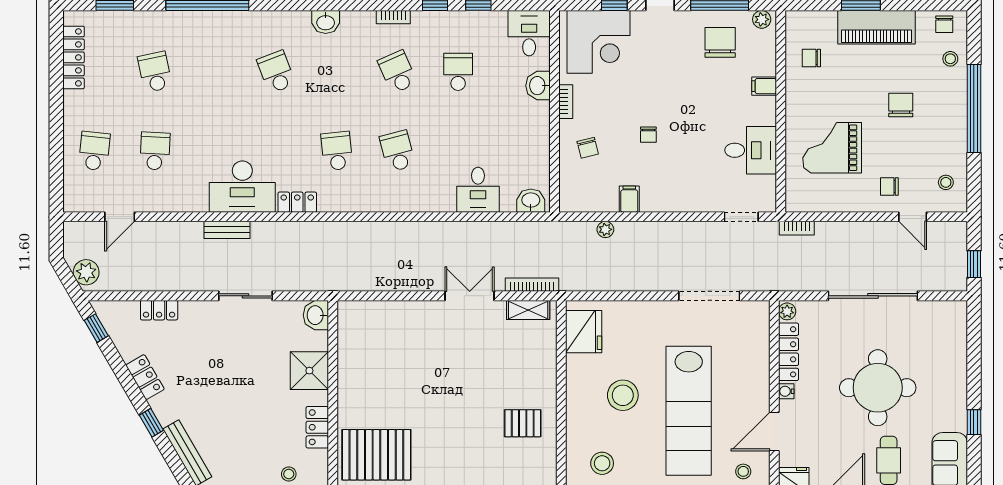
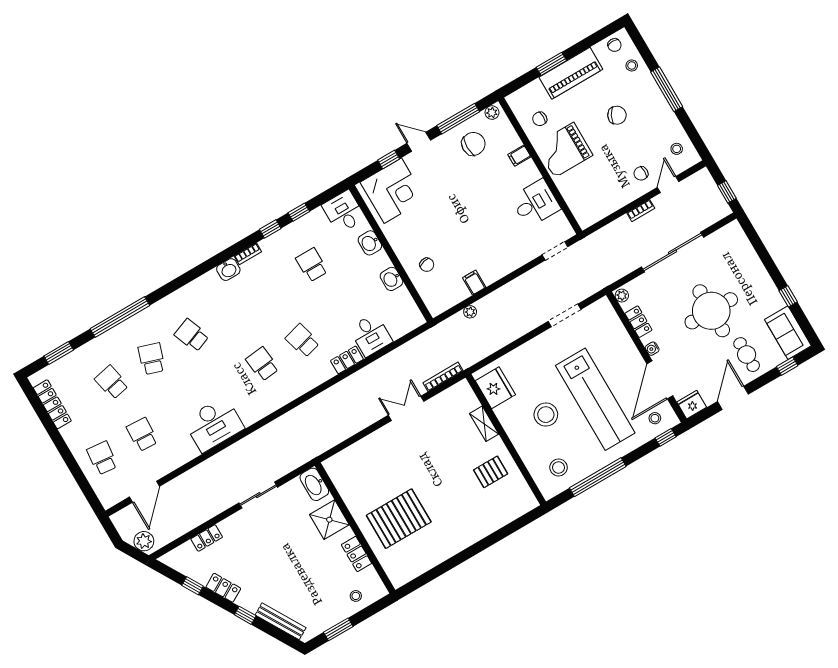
washbasin: (326, 22) -> (228, 270), moved
chair: (720, 42) -> (473, 144), turned 90
school desk: (397, 72) -> (152, 359), moved, turned 42
bookcase: (566, 102) -> (394, 243), removed
chair: (901, 105) -> (617, 115), turned 118
window: (974, 108) -> (667, 89), width x0.68
chair: (648, 135) -> (462, 233), removed
grand piano: (832, 148) -> (564, 150), moved
washbasin: (531, 201) -> (391, 279), moved, turned -90
locker: (297, 202) -> (347, 360), moved
door: (120, 217) -> (144, 492), width x1.38
door: (913, 217) -> (668, 184), swing flipped
bookcase: (797, 228) -> (641, 211), moved
bench: (227, 230) -> (220, 459), removed
doorway: (709, 296) -> (564, 315), width x0.73
shelving: (528, 310) -> (484, 424), moved, turned 90
washbasin: (316, 315) -> (314, 484), width x1.38
window: (96, 328) -> (193, 586), moved
locker: (789, 352) -> (638, 322), width x0.66
door: (774, 432) -> (660, 380), width x1.36
pallet: (376, 455) -> (399, 519), moved

